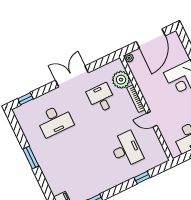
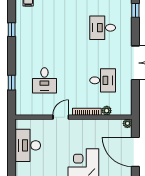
plant: (121, 80) -> (107, 111), width x0.53, depth x0.53
desk: (55, 120) -> (103, 28), width x0.73
desk: (126, 149) -> (44, 80), width x0.73

